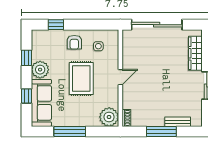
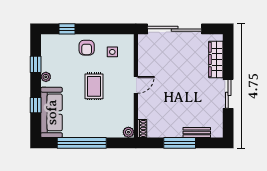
plant: (40, 70) -> (46, 77), width x0.53, depth x0.53
rug: (81, 78) -> (94, 86), width x0.73, depth x0.70
plant: (109, 117) -> (128, 132), width x0.53, depth x0.53
window: (70, 131) -> (82, 143), width x1.46

